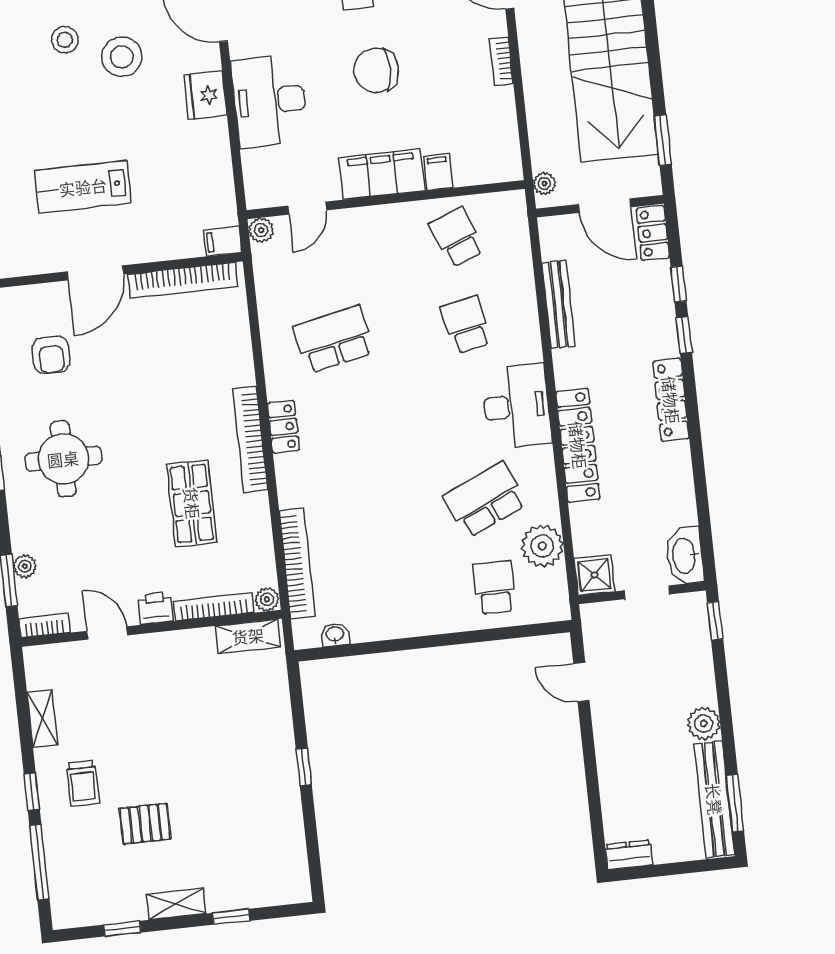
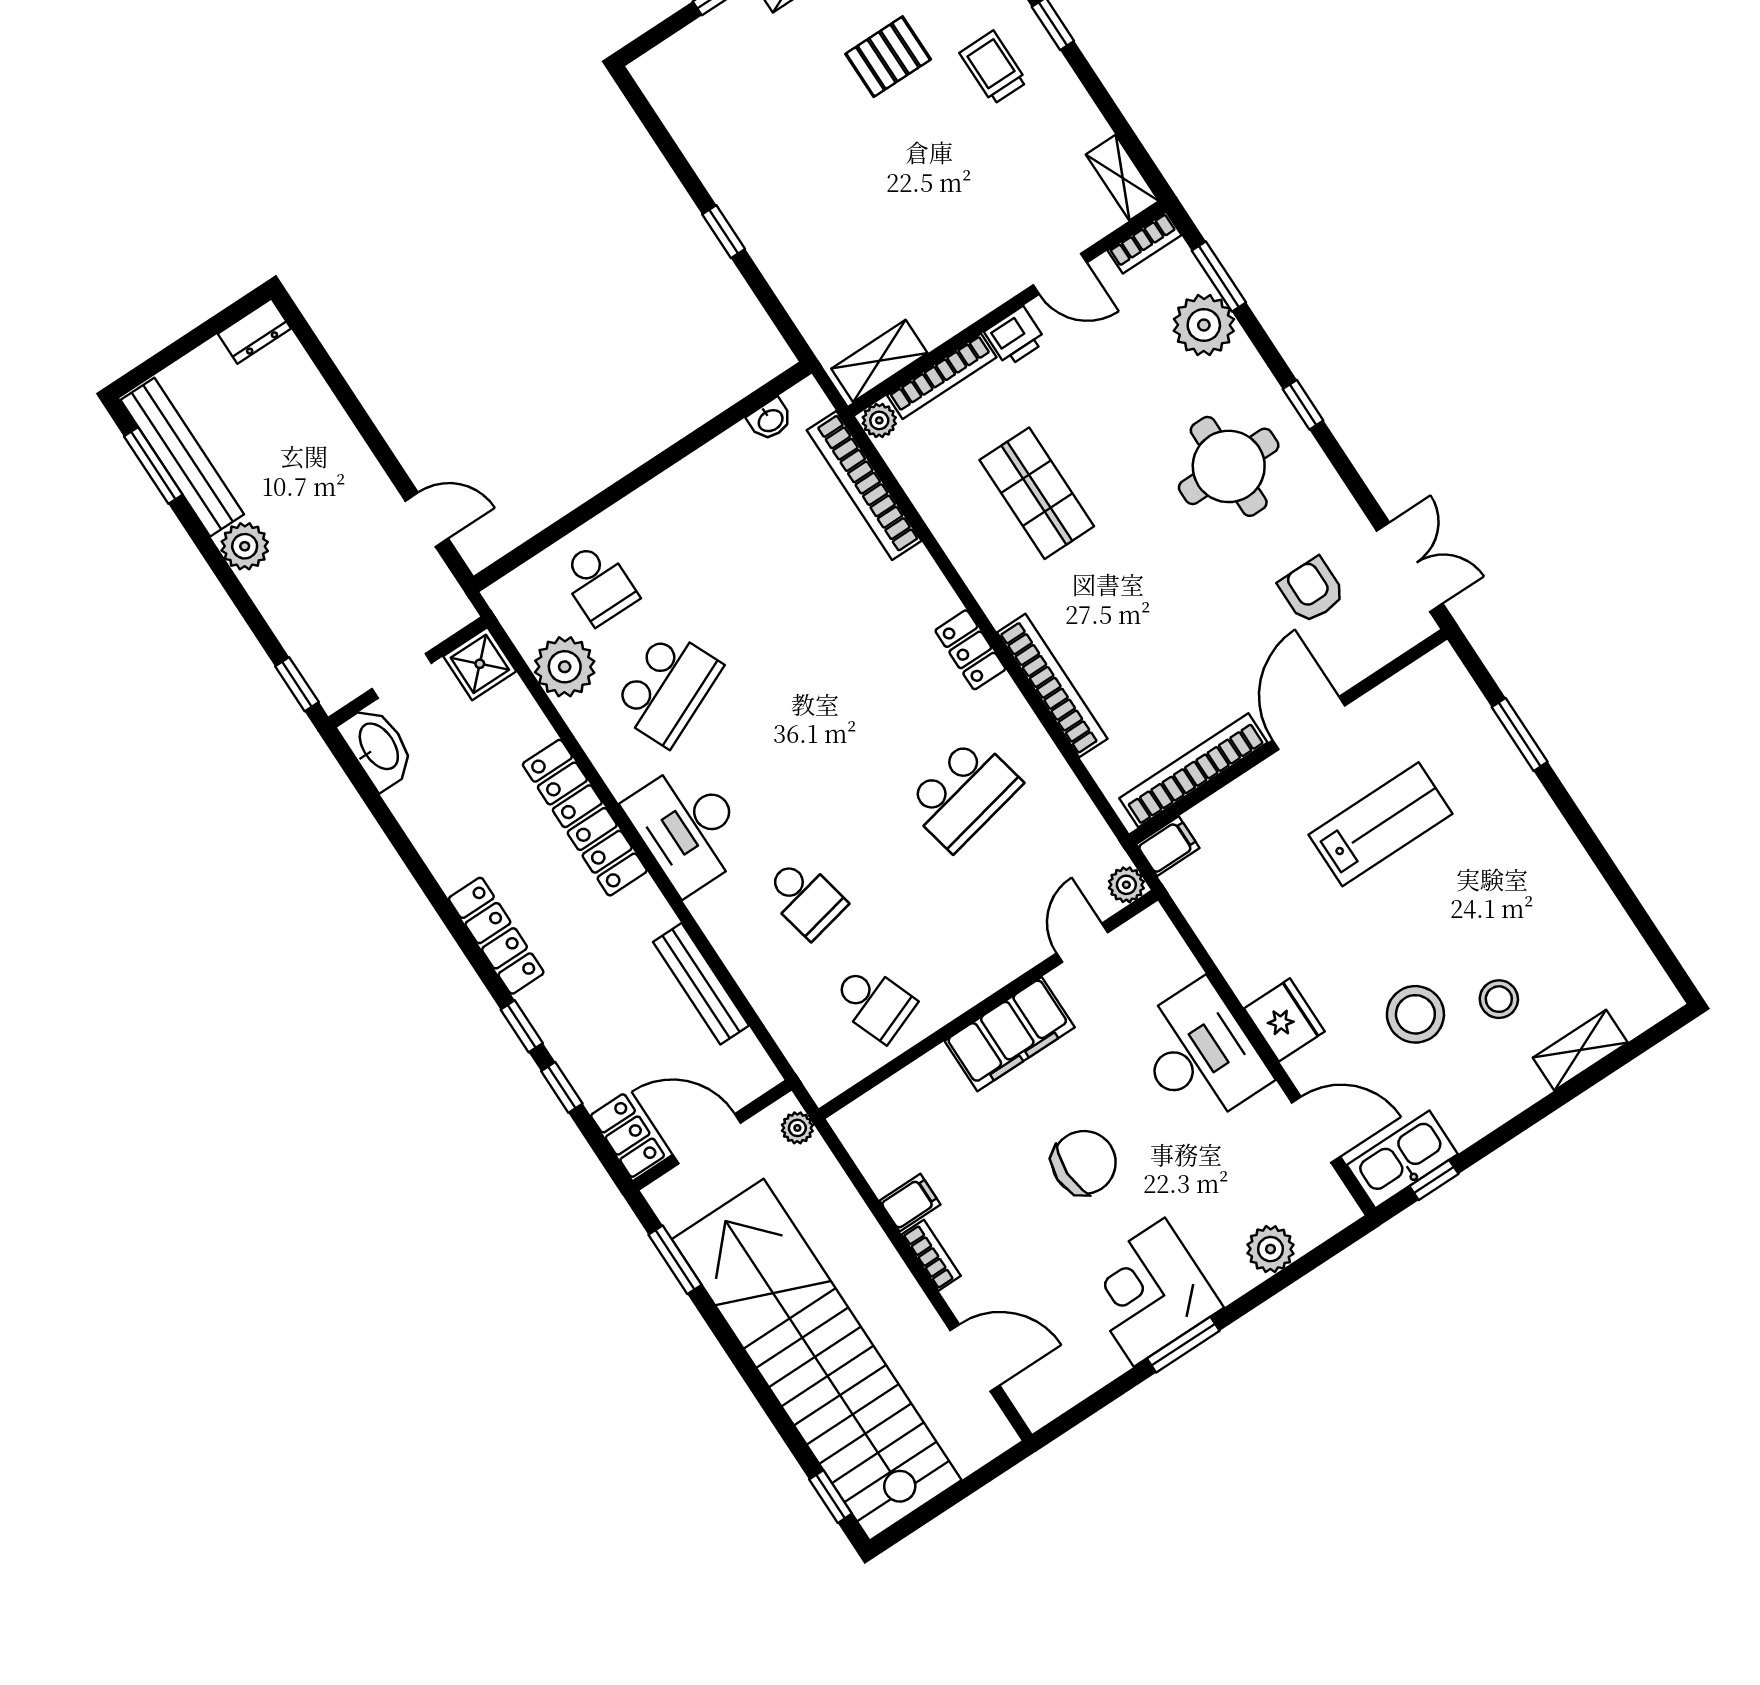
filing cabinet: (438, 172) -> (910, 1203), moved, turned -90
bookcase: (250, 439) -> (1052, 686), moved
plant: (25, 566) -> (1204, 325), width x1.87, depth x1.87
shelving: (42, 719) -> (1122, 178), moved

